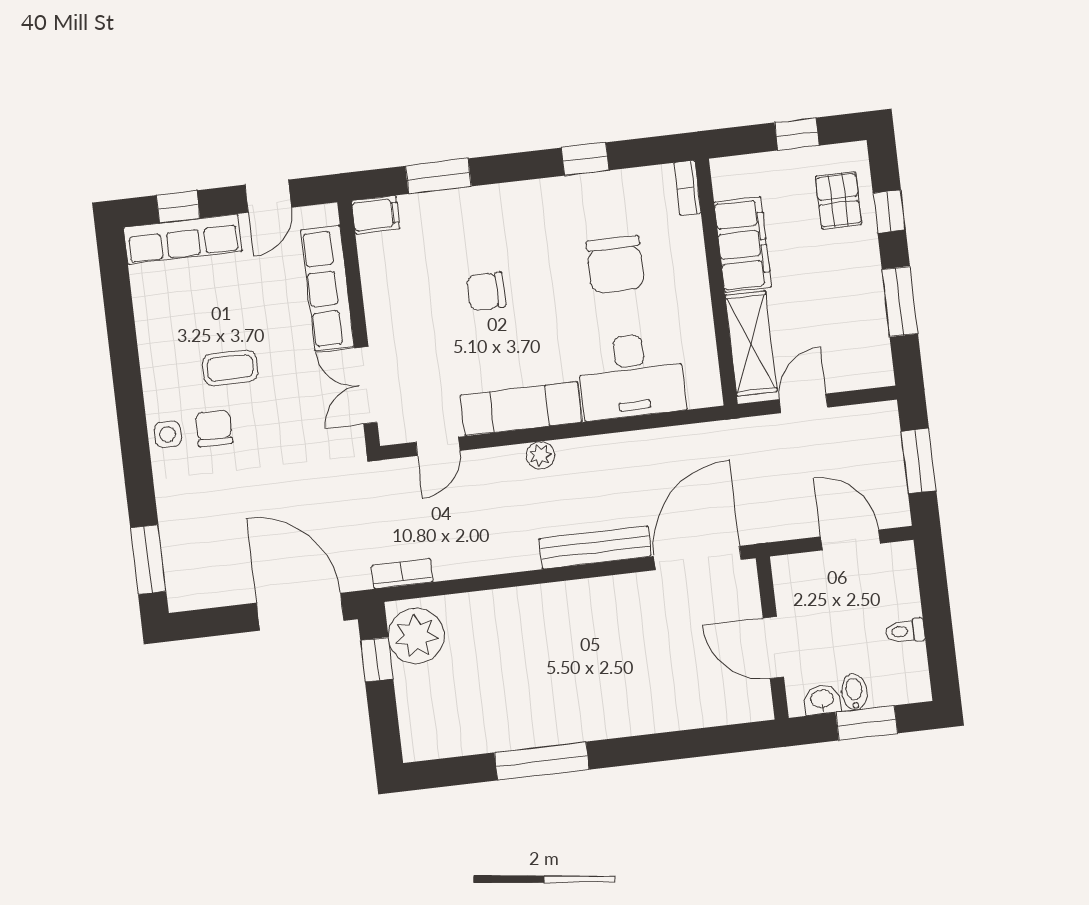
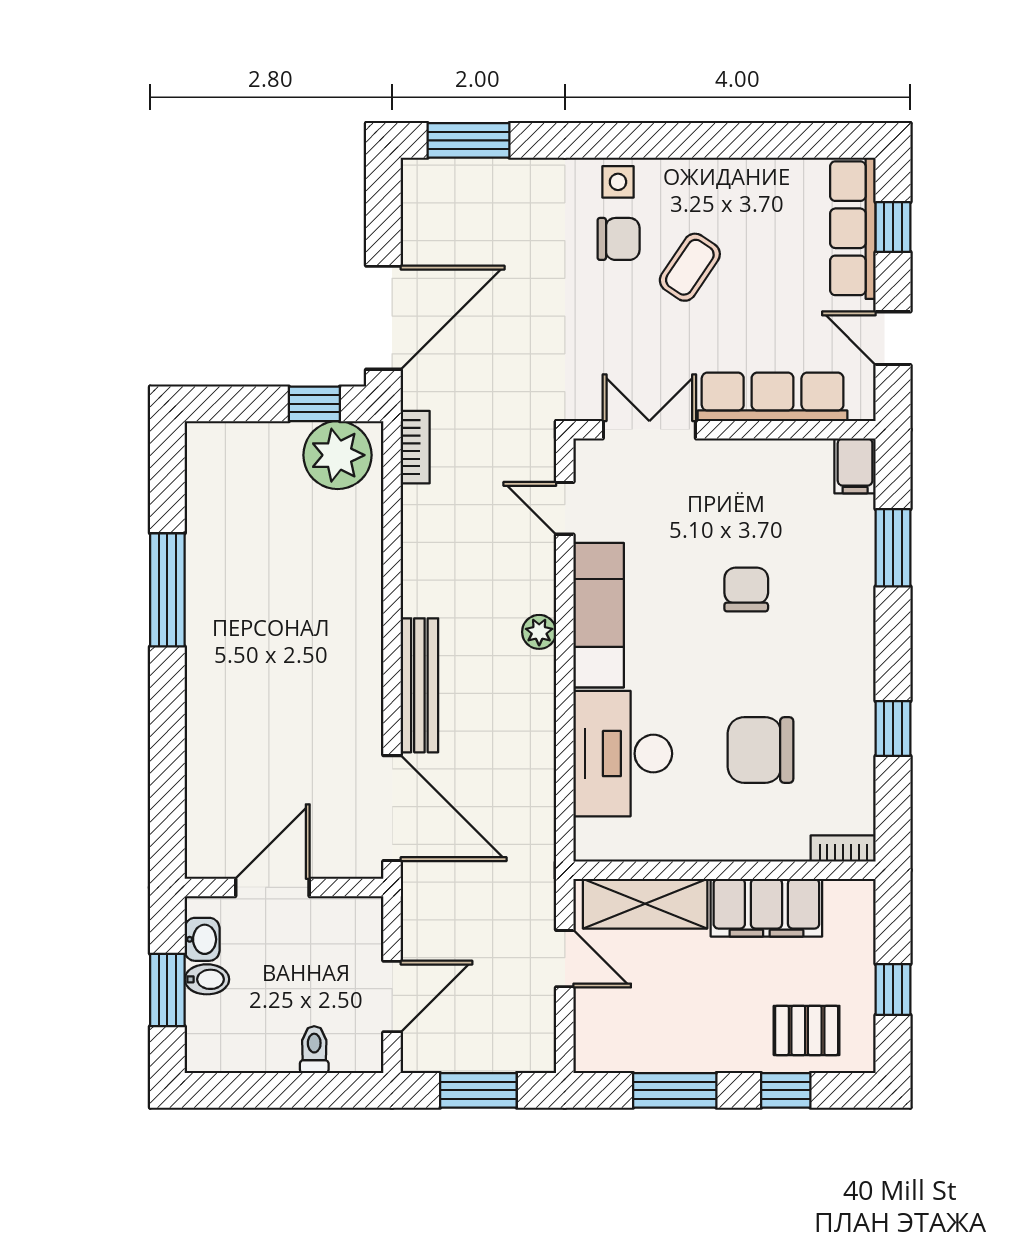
coffee table: (230, 368) -> (690, 267), turned 34
toilet: (905, 631) -> (314, 1050), moved

